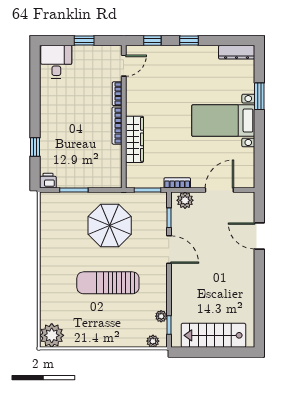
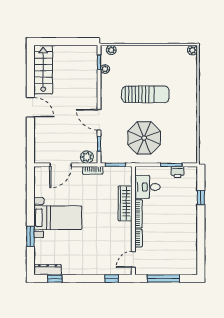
window: (84, 41) -> (164, 279), width x2.17
window: (189, 41) -> (55, 279), moved
desk: (56, 62) -> (147, 187), moved, turned 90
printer: (48, 181) -> (178, 172), moved
door: (259, 236) -> (30, 107), moved
plant: (52, 335) -> (192, 50), width x0.53, depth x0.53
stairs: (213, 335) -> (43, 70), moved, turned -90

